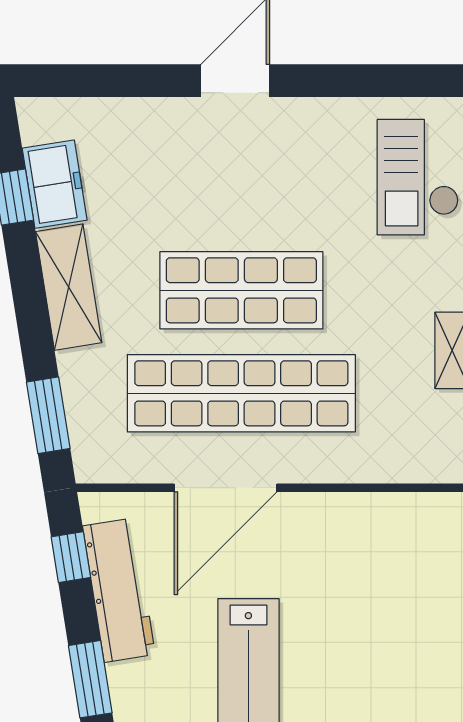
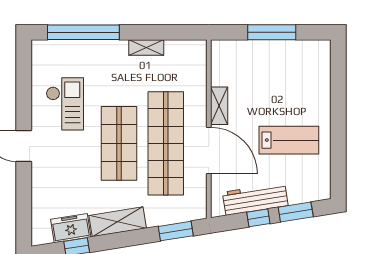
checkout: (418, 177) -> (65, 104), moved, turned -90
shelving: (324, 511) -> (219, 106), added
window: (71, 557) -> (258, 218), moved

